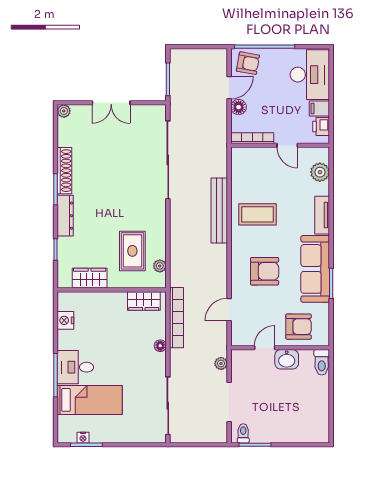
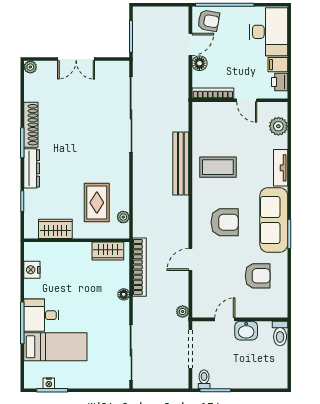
door: (265, 348) -> (225, 319), moved
wall: (280, 348) -> (240, 319), moved
washbasin: (287, 359) -> (246, 331), moved
toilet: (322, 362) -> (280, 333), moved

